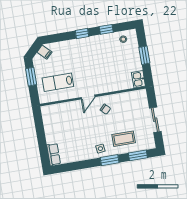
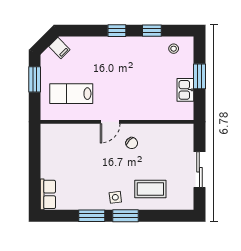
kitchen sink: (138, 79) -> (185, 90), moved
window: (138, 155) -> (92, 216), moved

